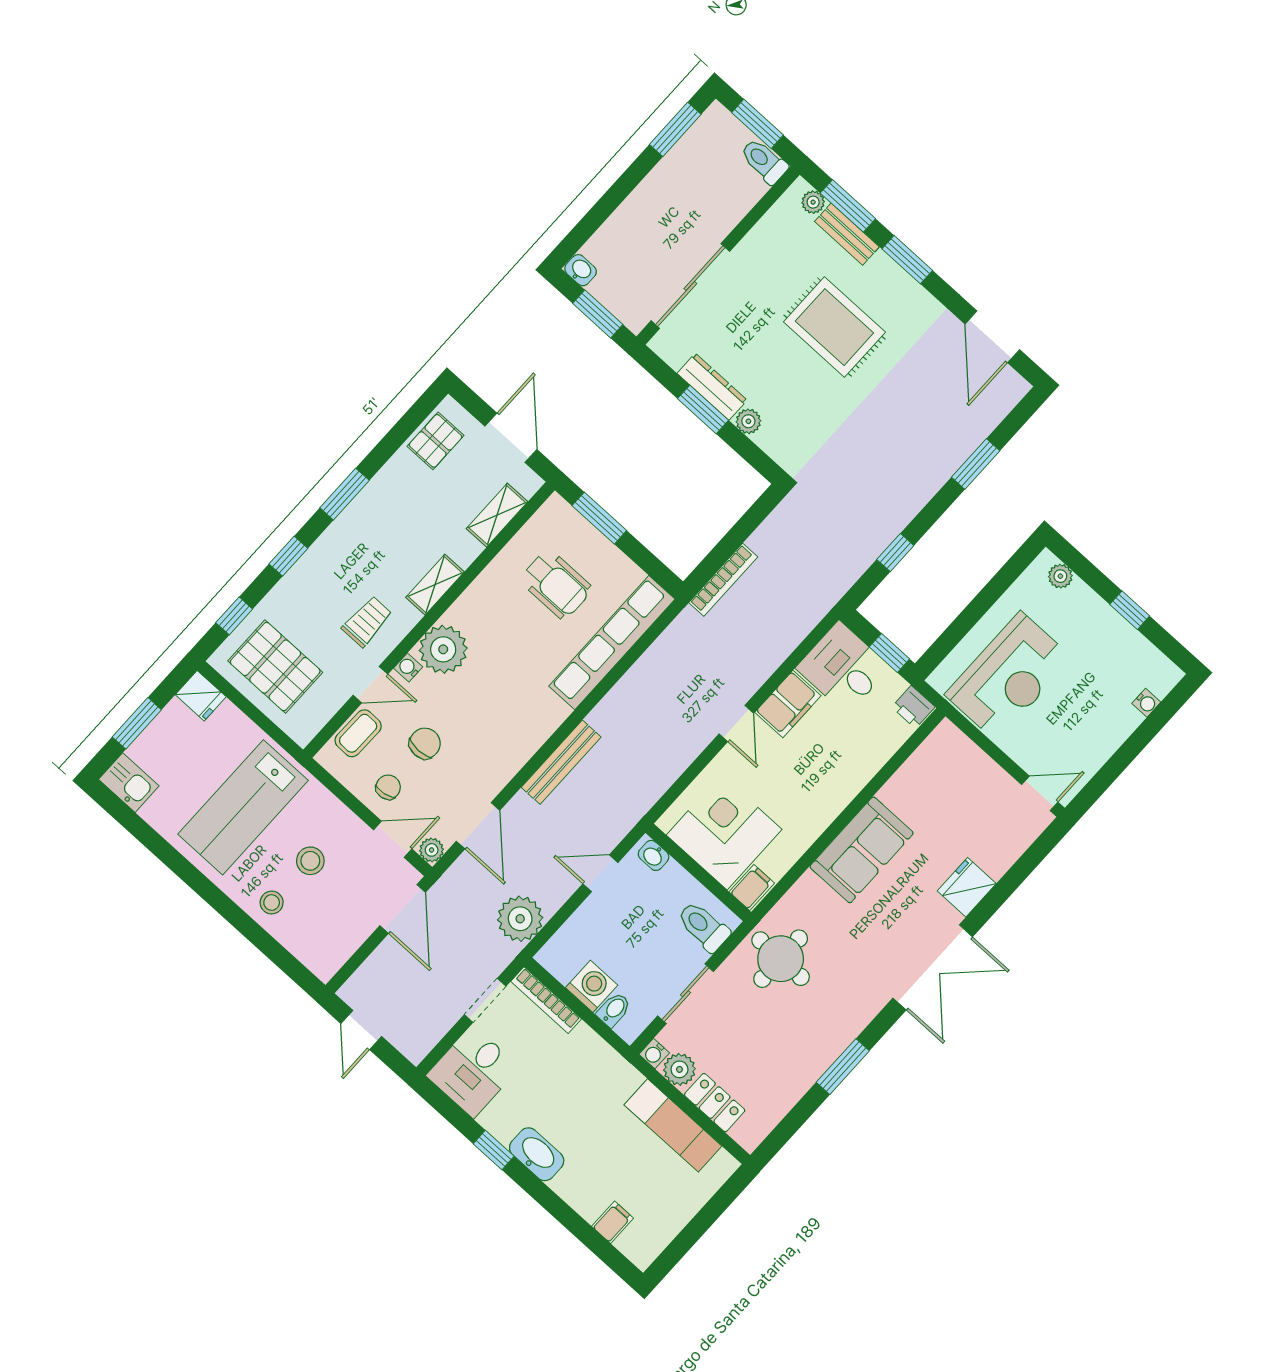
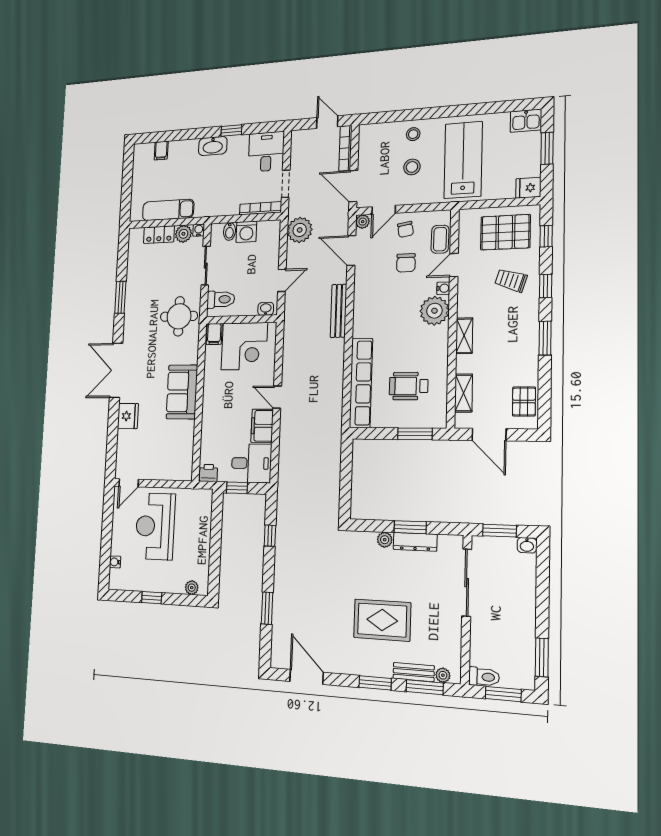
bookcase: (723, 580) -> (345, 148), moved
trolley: (367, 622) -> (511, 280), moved, turned 108
reception desk: (1009, 676) -> (155, 526), moved

